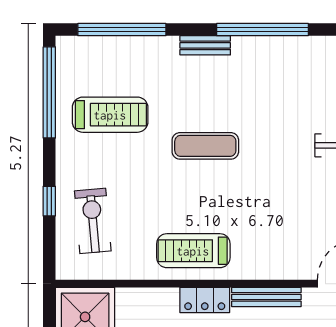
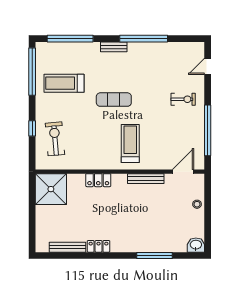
treadmill: (110, 115) -> (64, 83), turned 180
treadmill: (193, 251) -> (130, 144), moved, turned 90
locker: (205, 300) -> (98, 180), moved

